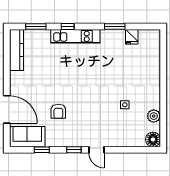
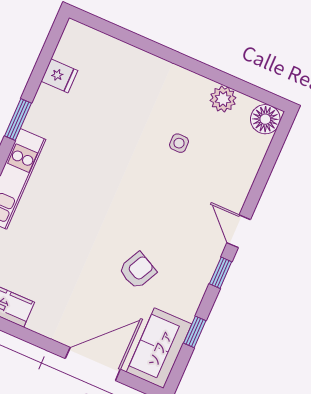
window: (115, 26) -> (18, 120), moved
armchair: (58, 111) -> (138, 271), turned -63
door: (96, 150) -> (239, 231), swing flipped

